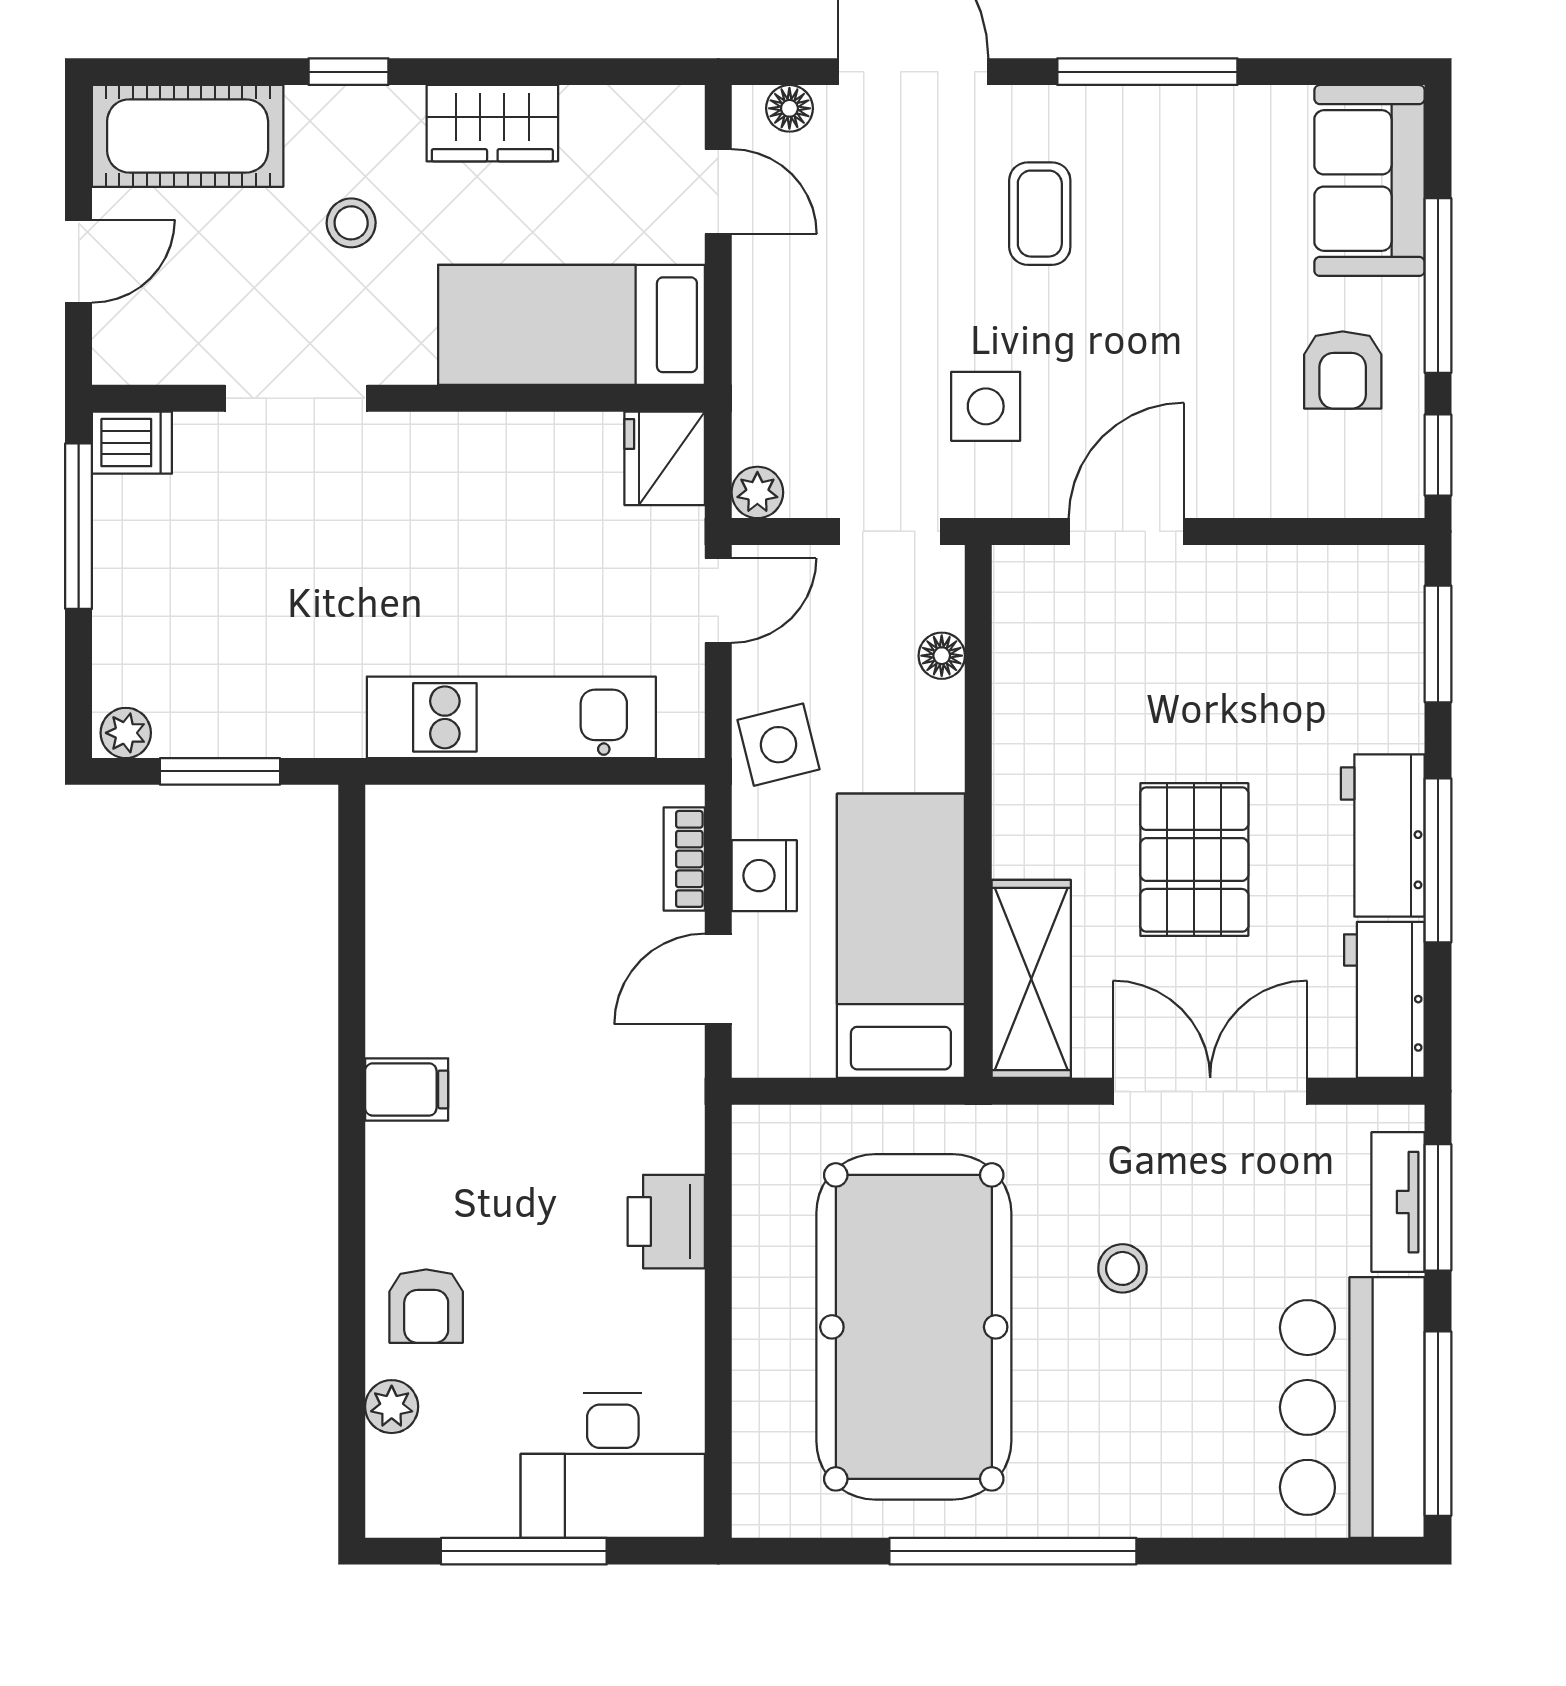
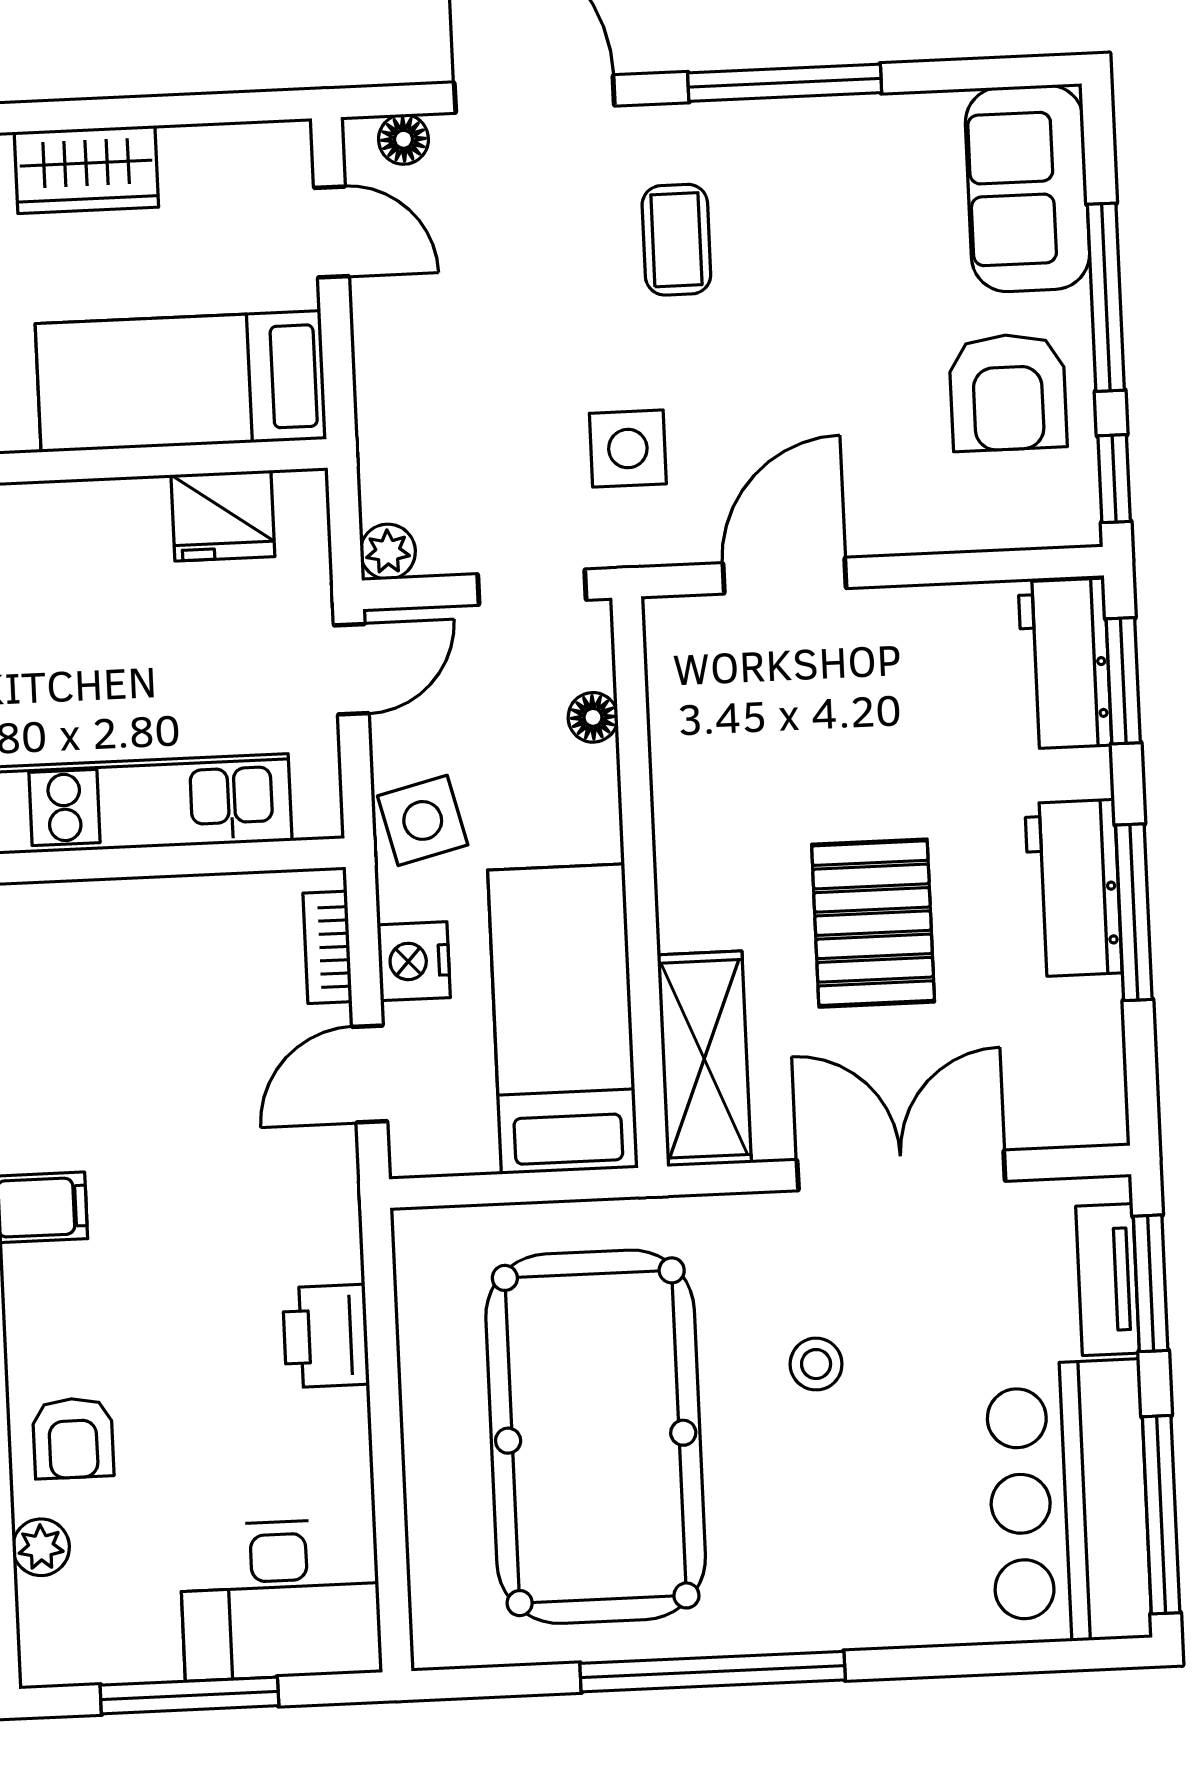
armchair: (1343, 370) -> (1008, 392), width x1.38, depth x1.38
fridge: (665, 458) -> (223, 516), moved, turned -90
workbench: (1384, 1000) -> (1065, 664), moved

